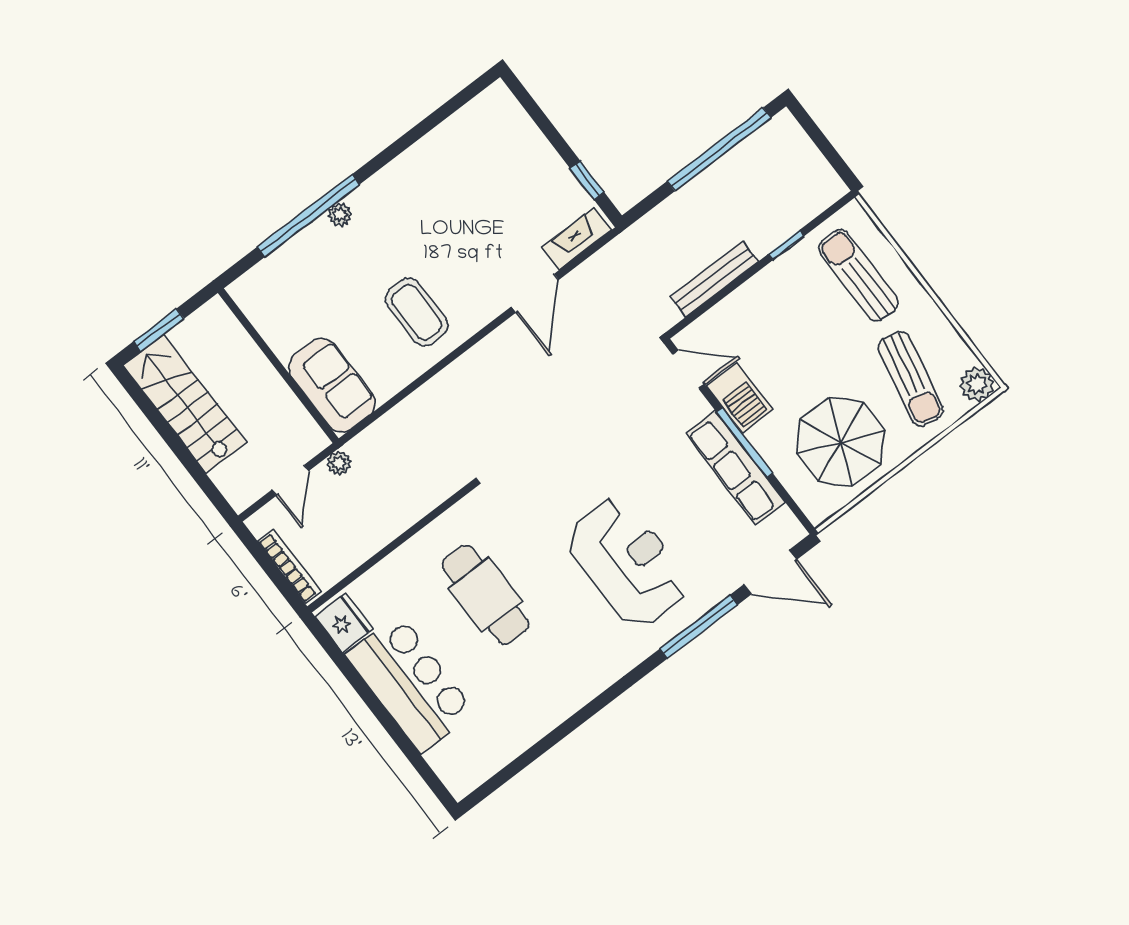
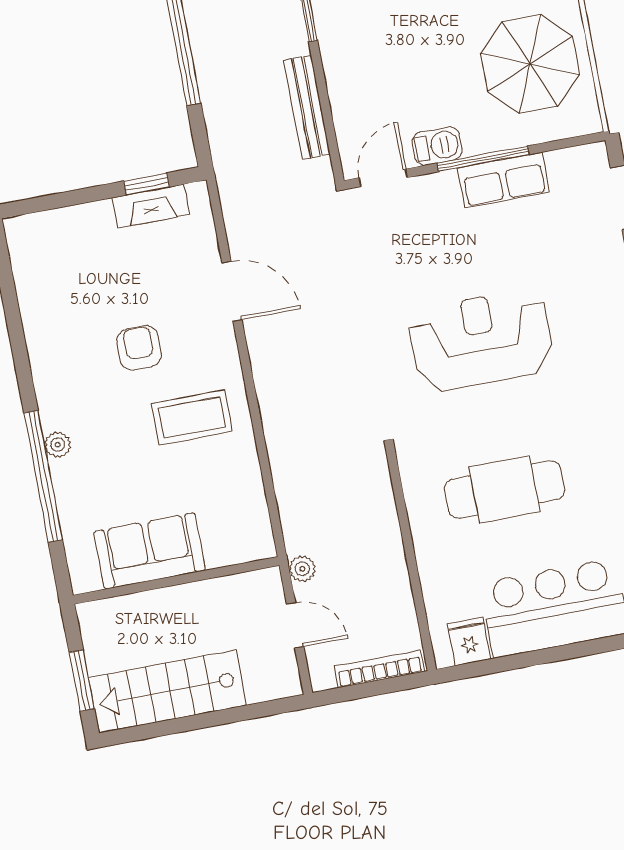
fireplace: (577, 239) -> (151, 206), moved, turned -90
armchair: (451, 241) -> (139, 348), added
sofa: (332, 385) -> (150, 551), moved
barbecue: (739, 398) -> (437, 146), width x0.73, depth x0.79
row of seats: (736, 468) -> (504, 180), width x0.68
reception desk: (627, 562) -> (481, 340), moved
fridge: (344, 623) -> (469, 641), width x0.72

